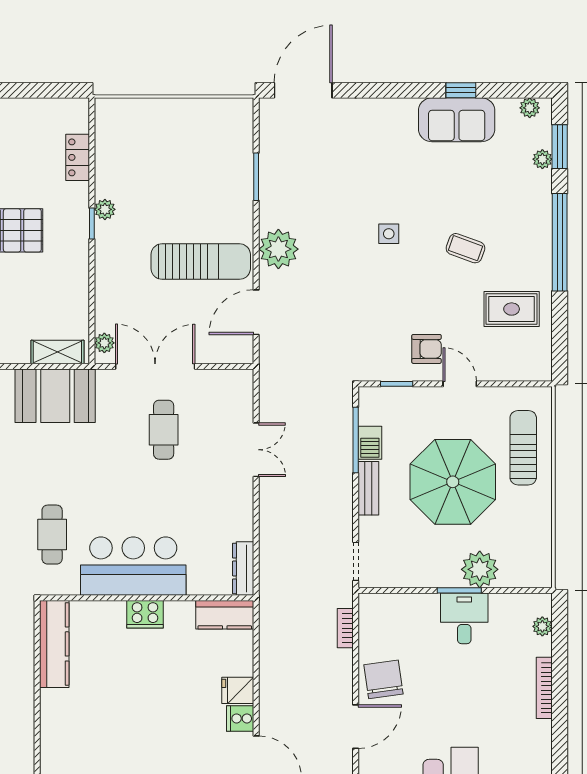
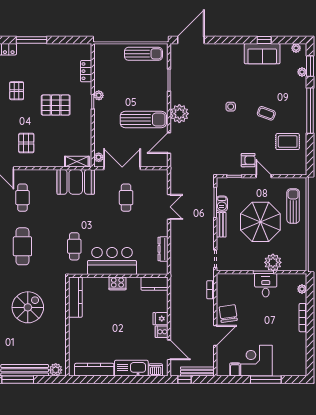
sun lounger: (201, 120) -> (143, 54), added
dresser: (243, 568) -> (163, 249), moved

